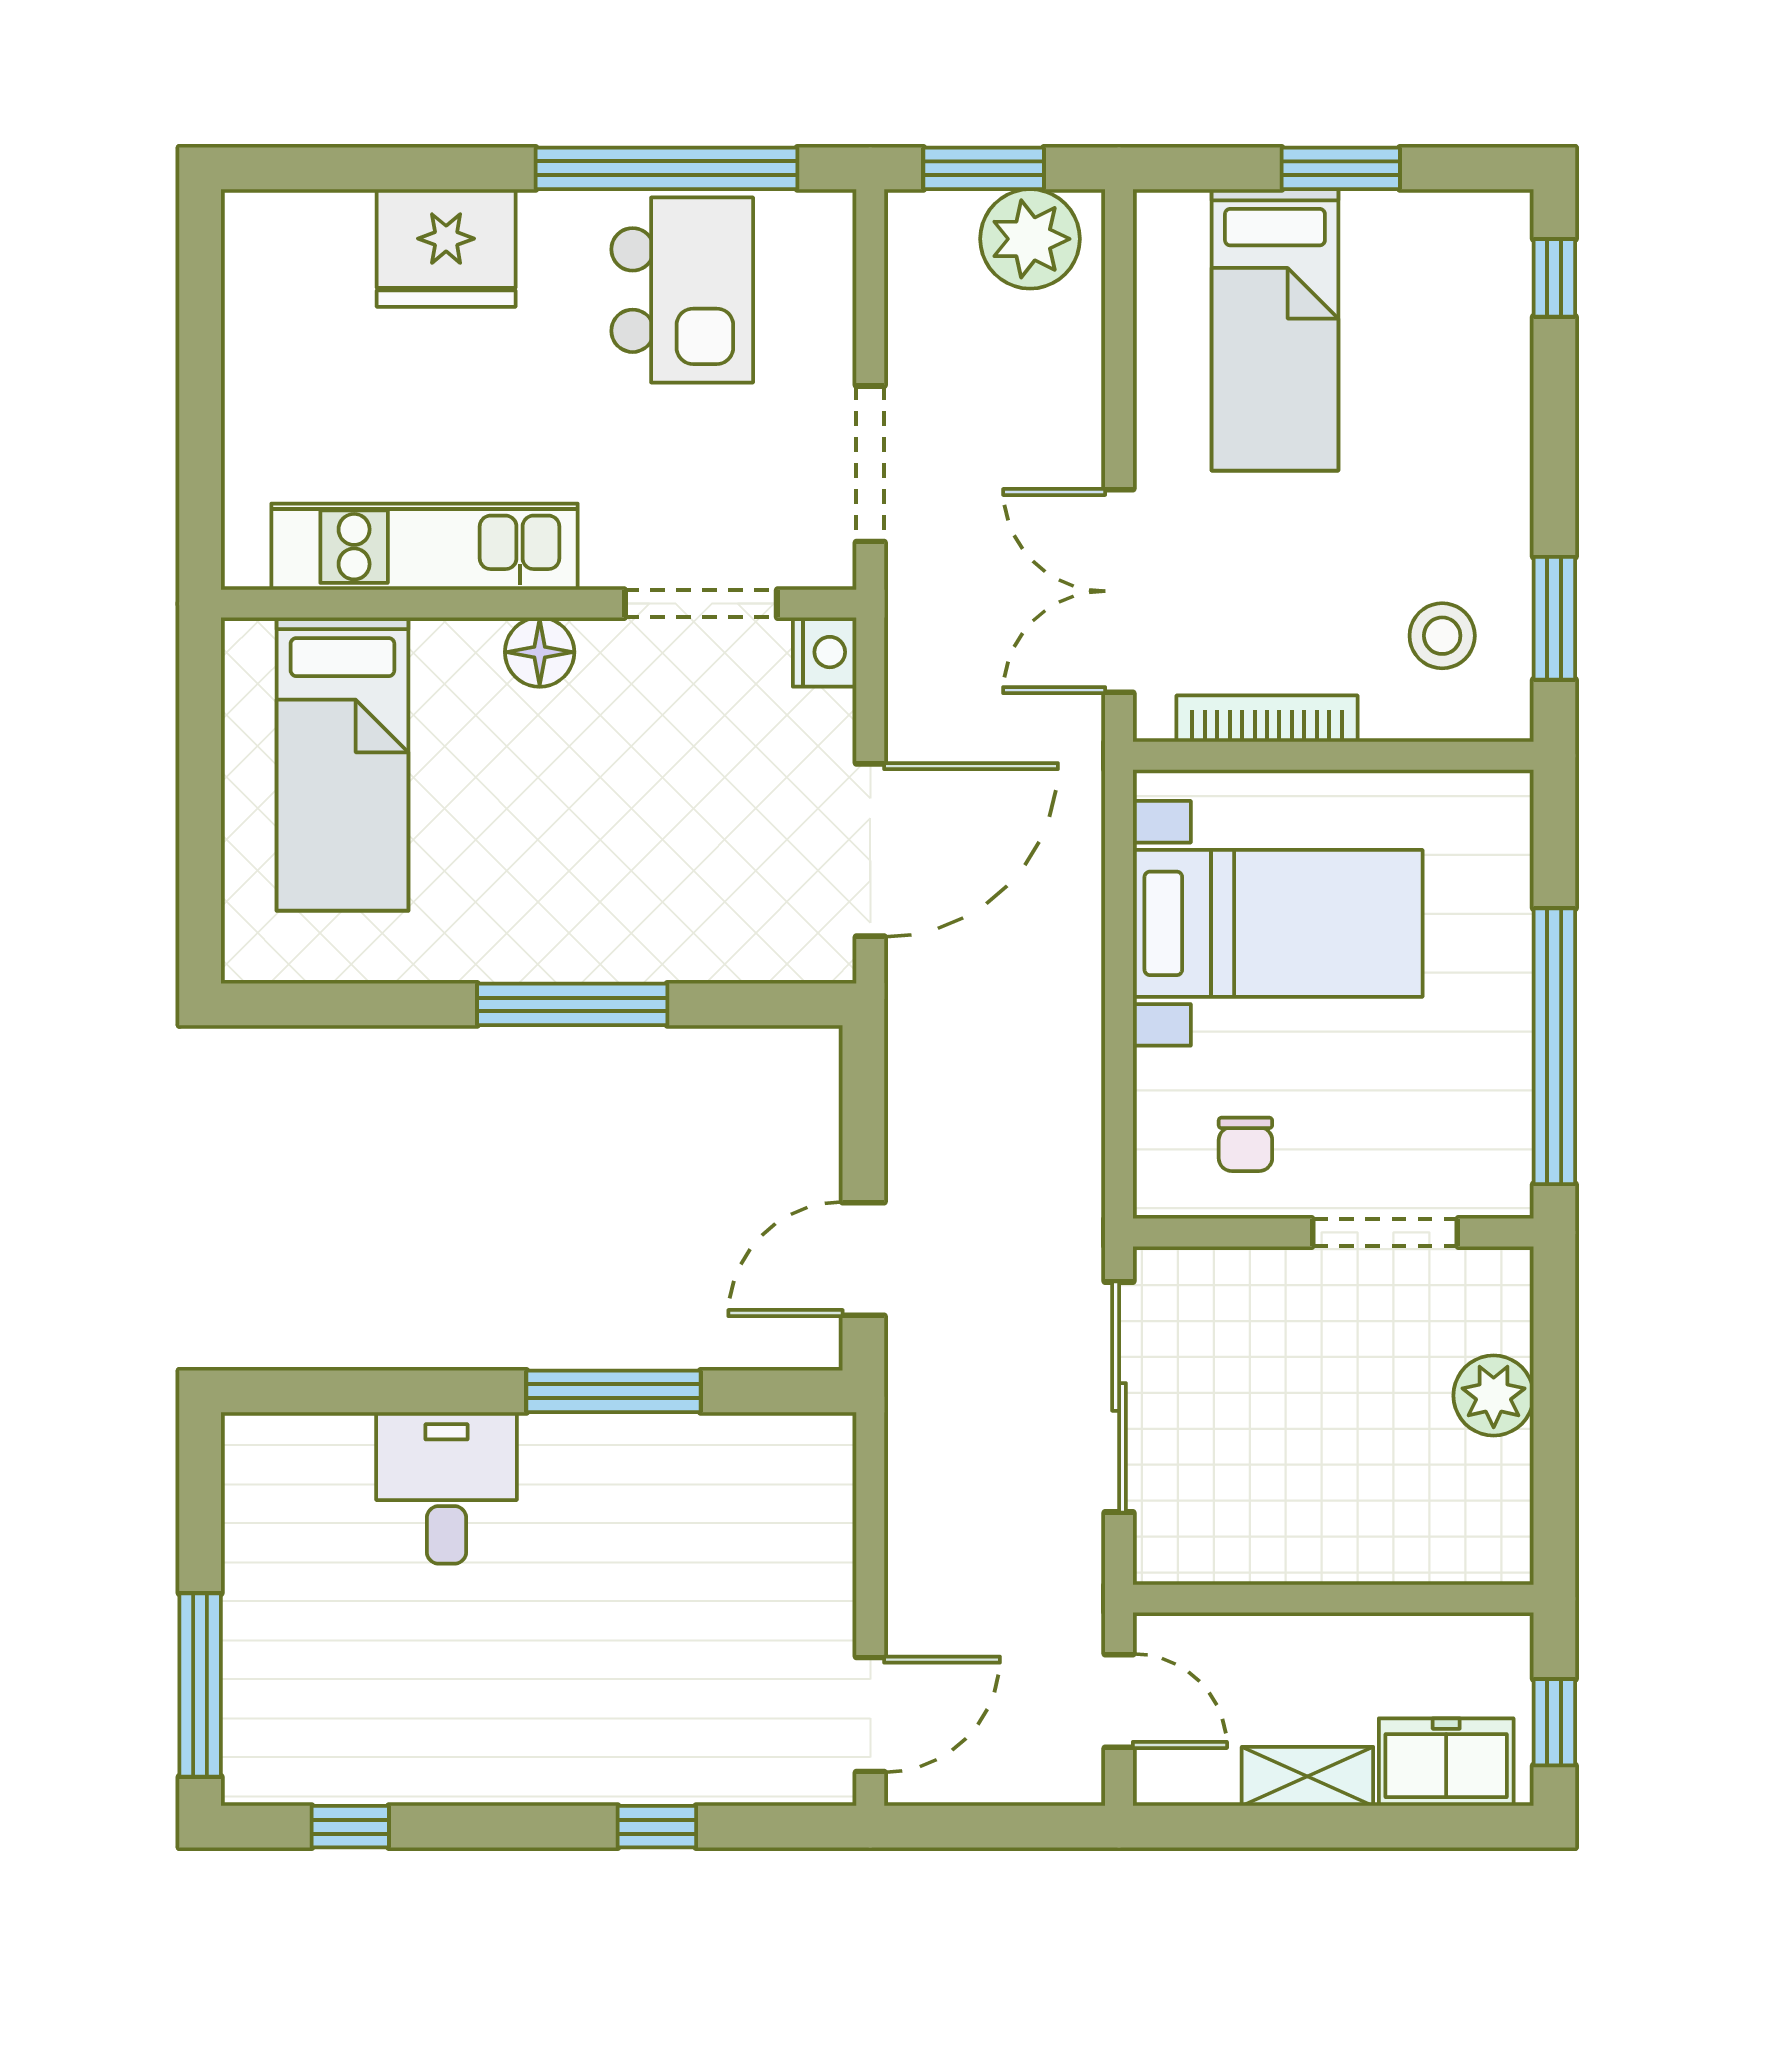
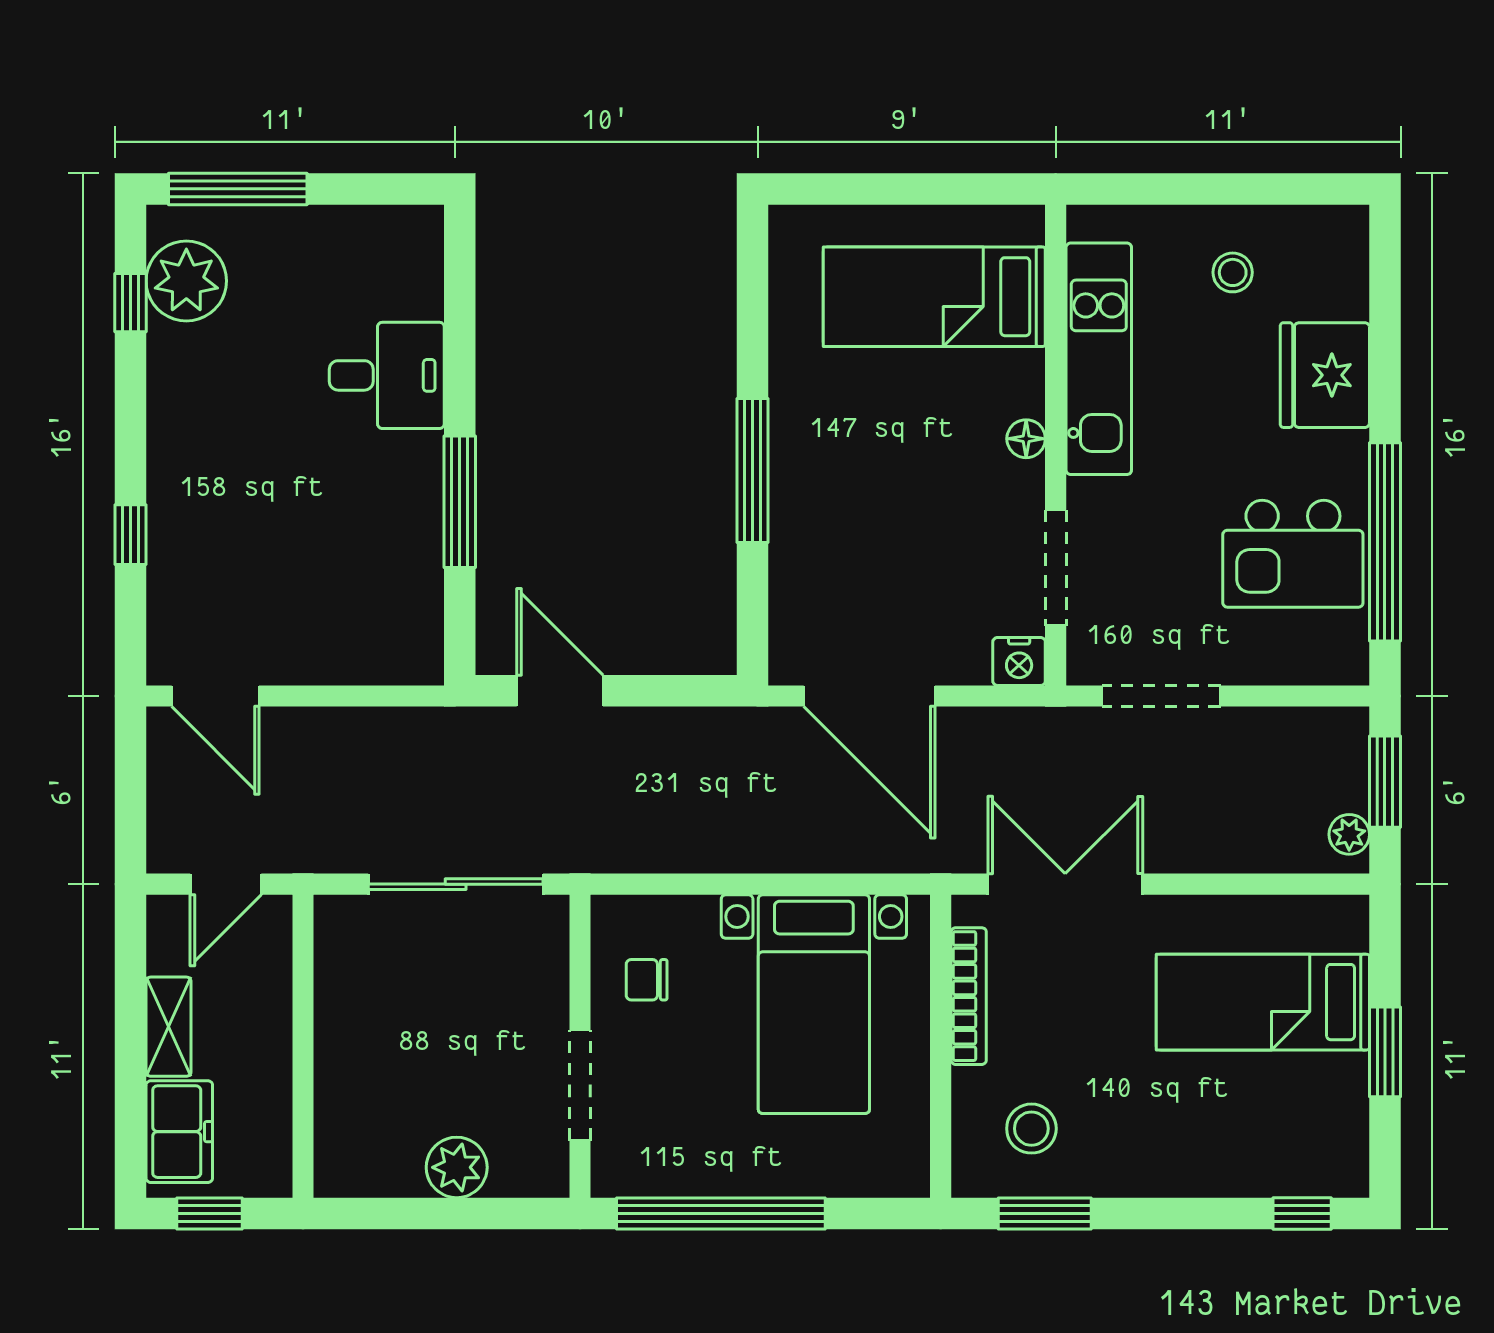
plant: (1030, 239) -> (1349, 834), width x0.53, depth x0.53
stool: (310, 370) -> (1233, 272), added
floor lamp: (540, 652) -> (1026, 439), width x0.73, depth x0.73
plant: (322, 1753) -> (186, 281), added

